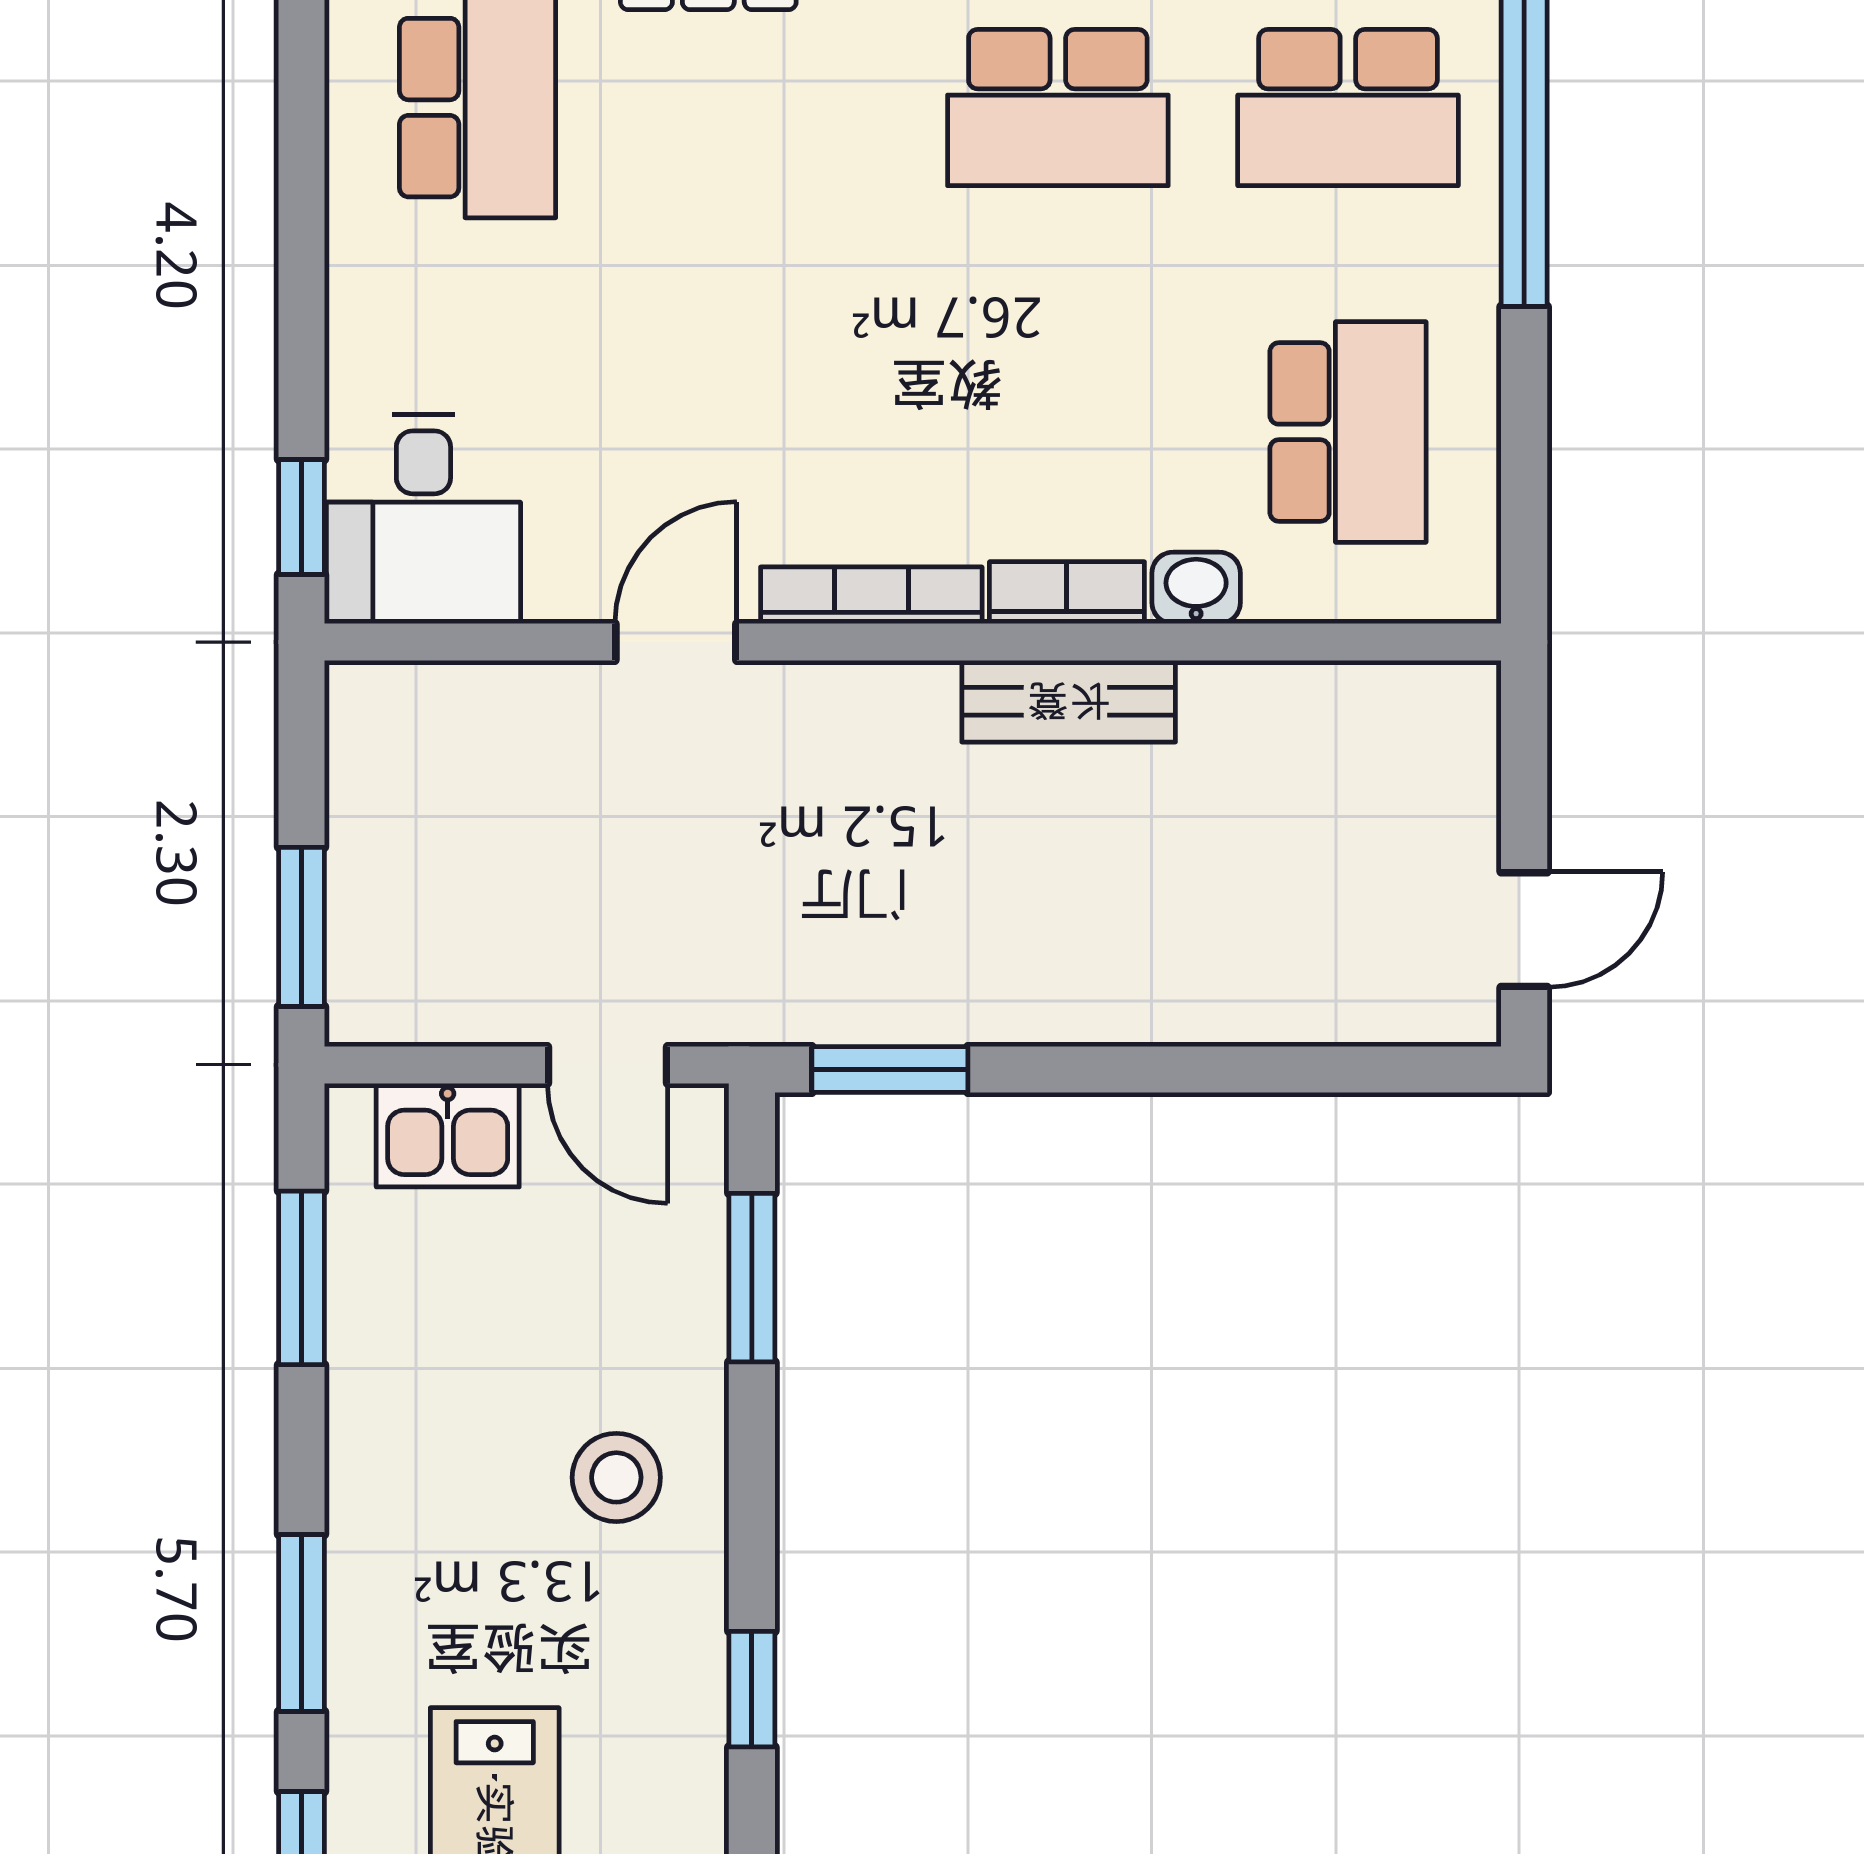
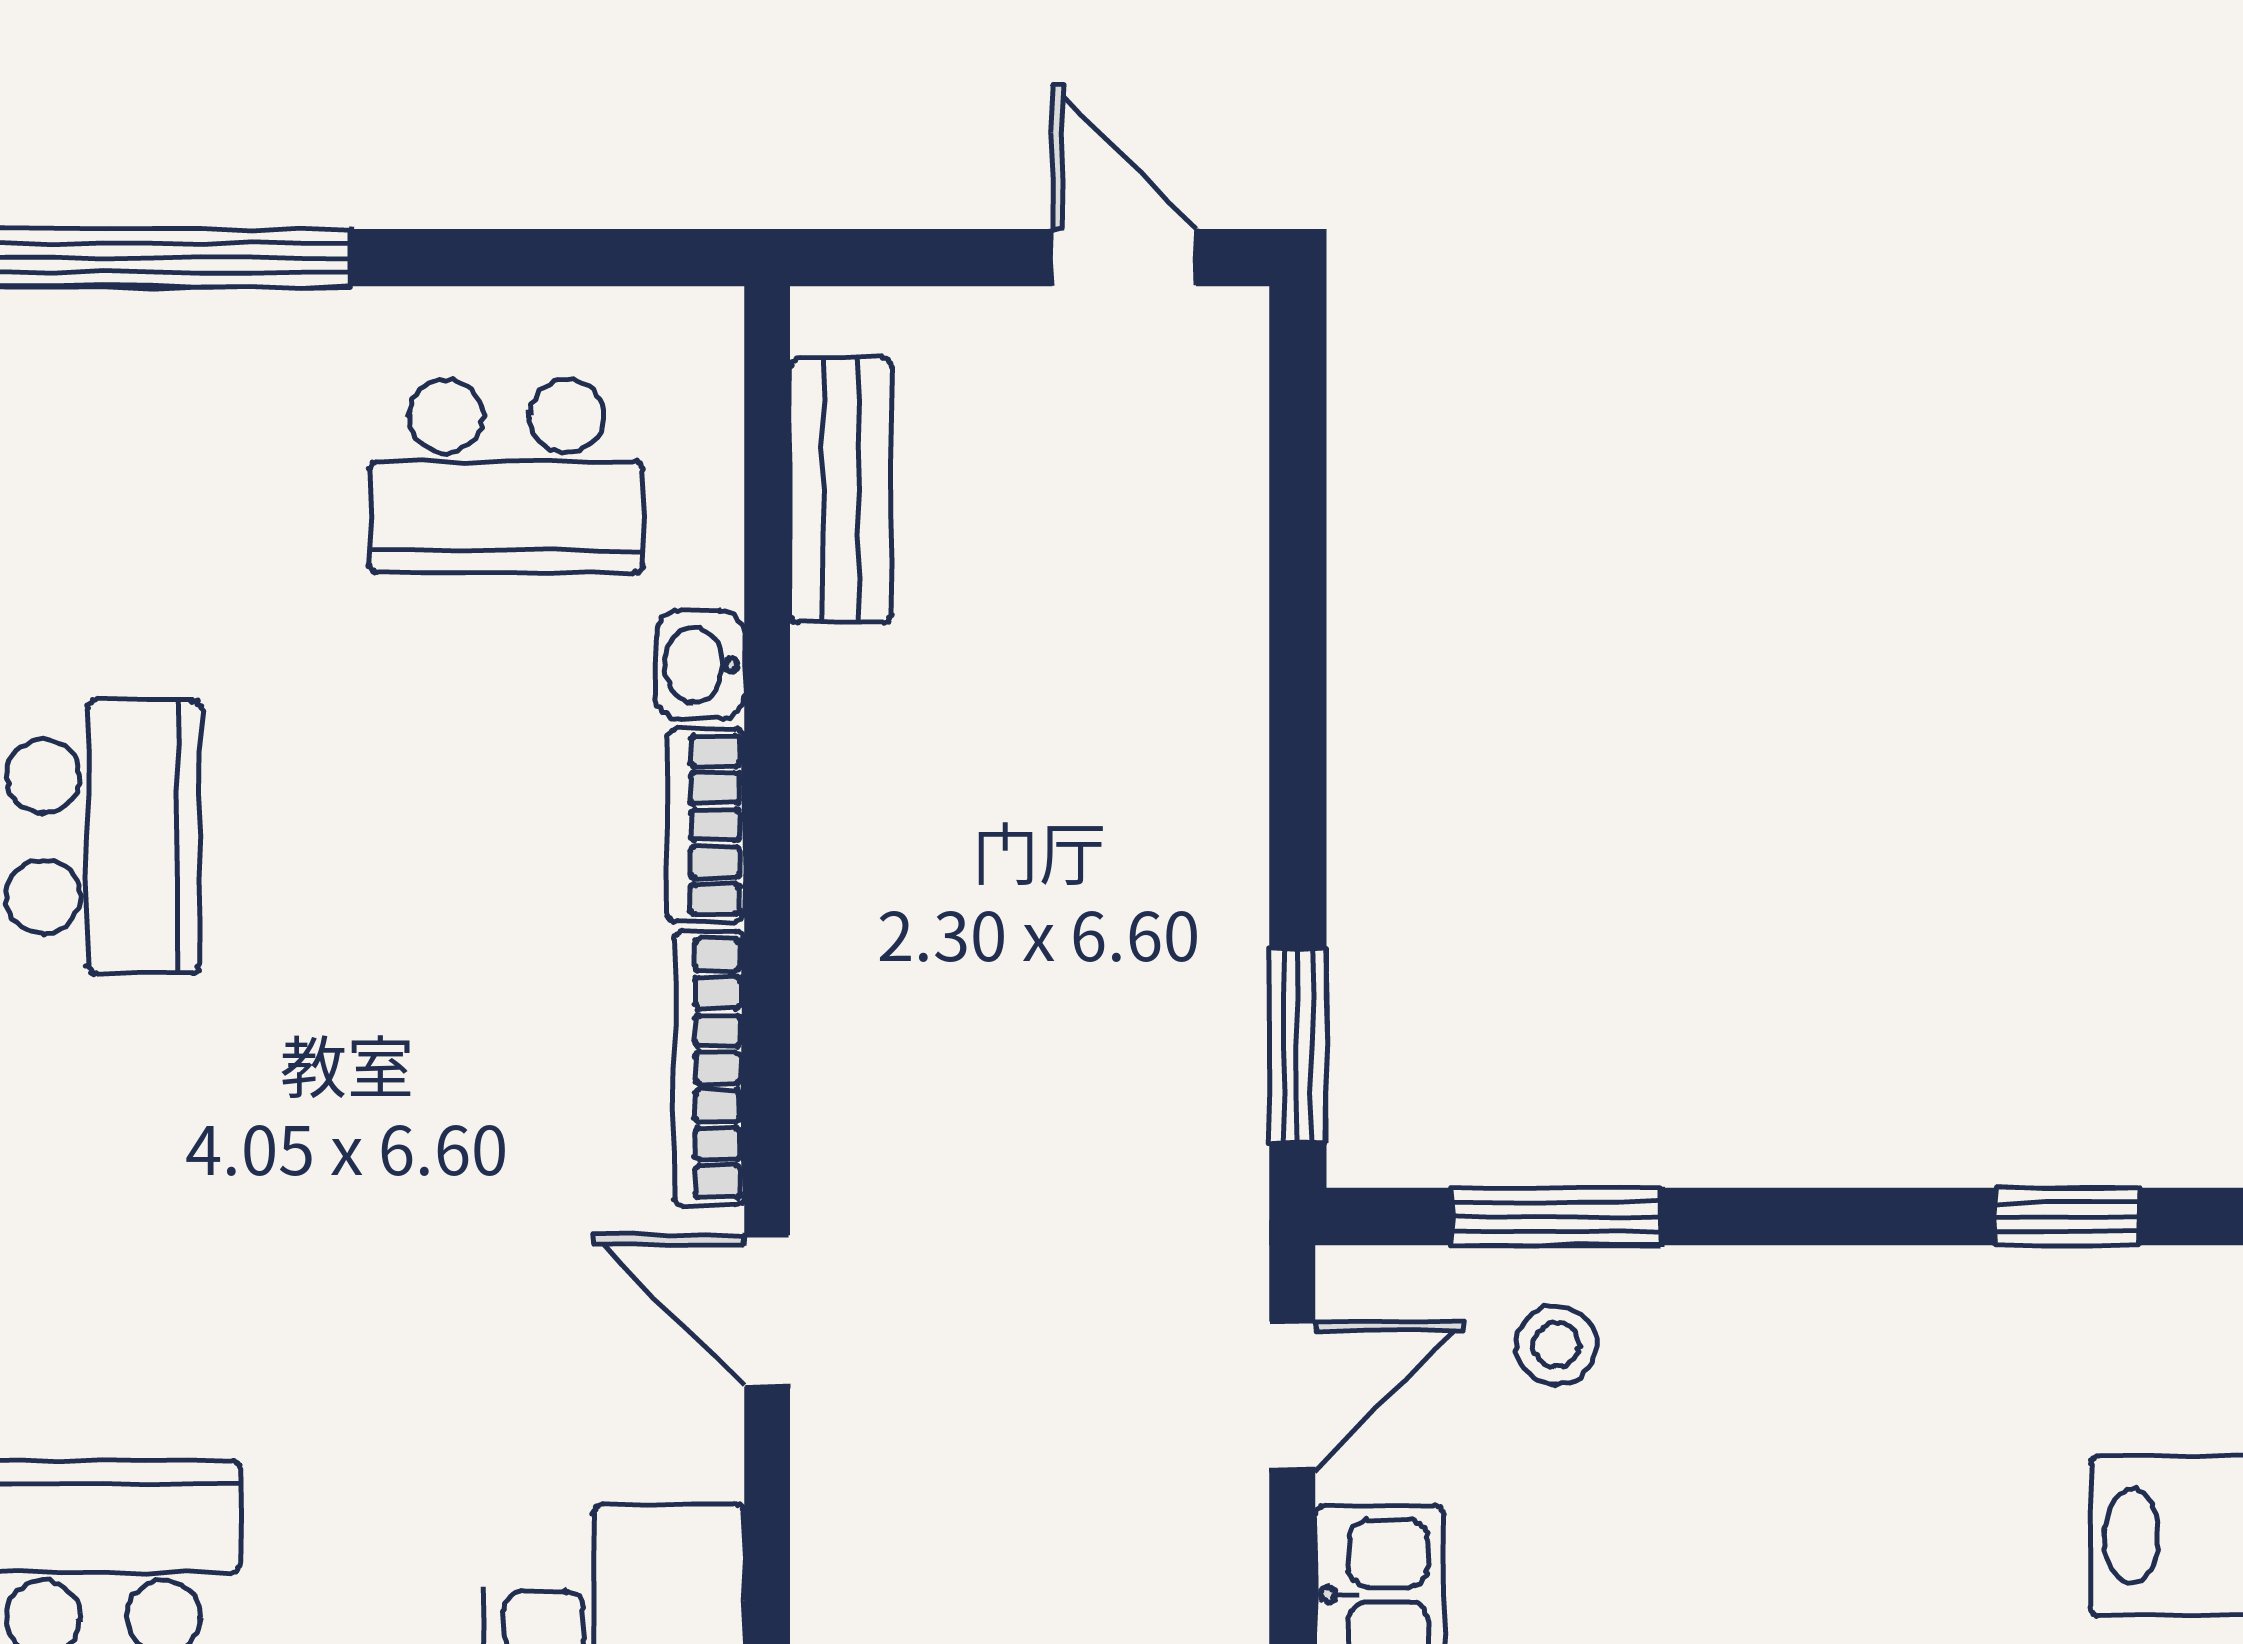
school desk: (1348, 108) -> (103, 476), removed
school desk: (1348, 432) -> (506, 476), turned 180
bench: (1069, 701) -> (841, 490), moved
stool: (616, 1477) -> (1557, 1345), moved, width x0.73, depth x0.73

